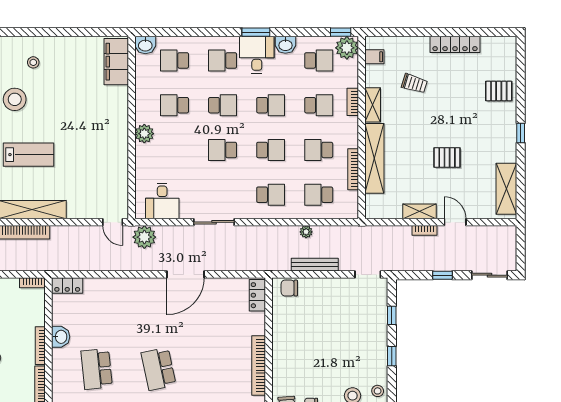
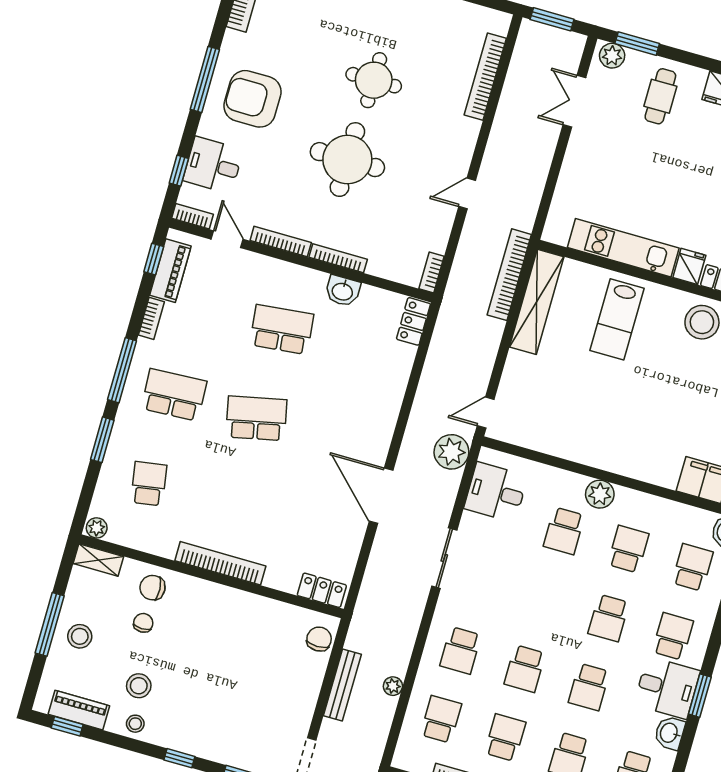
school desk: (223, 150) -> (564, 531), moved, turned 180

